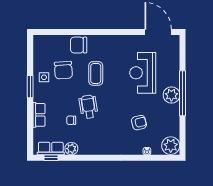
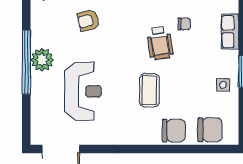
chair: (63, 70) -> (210, 130), moved, turned 94

